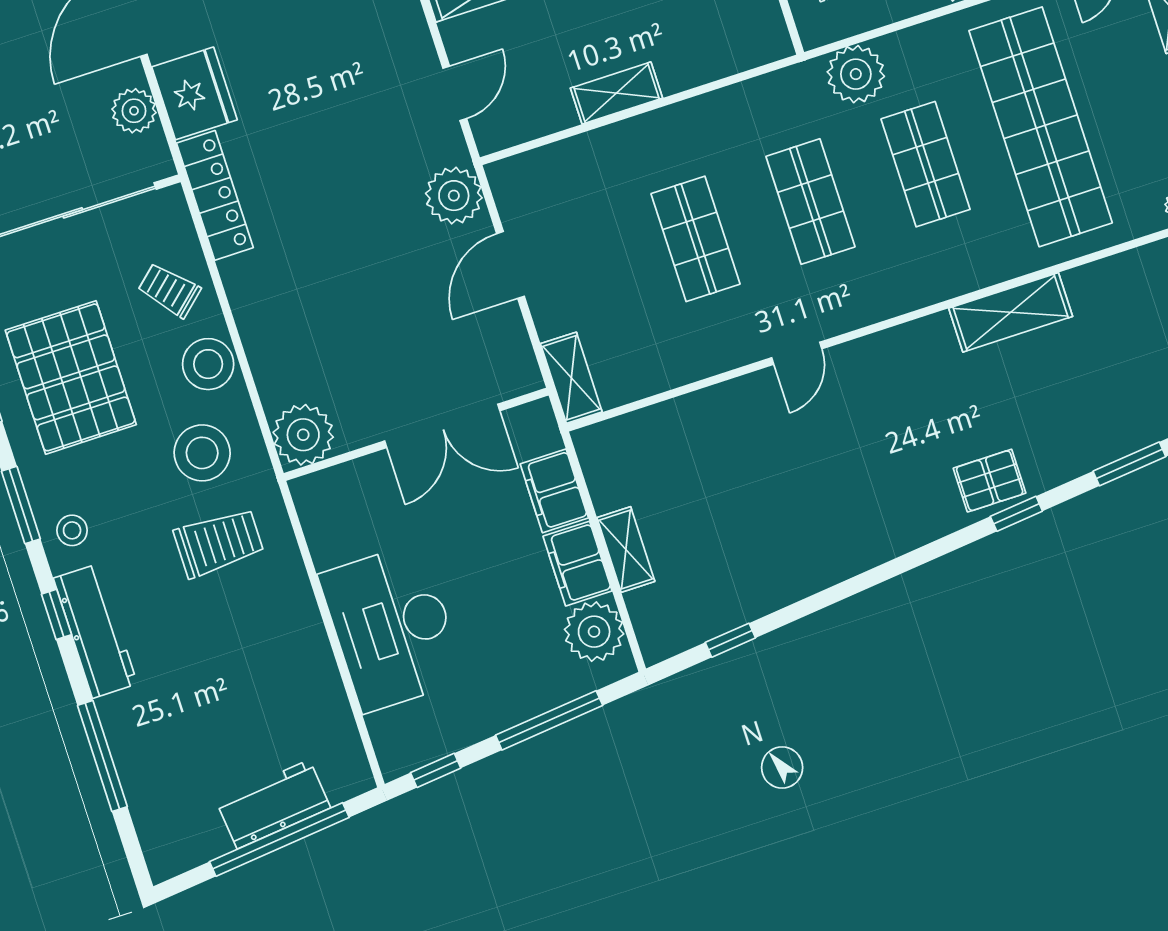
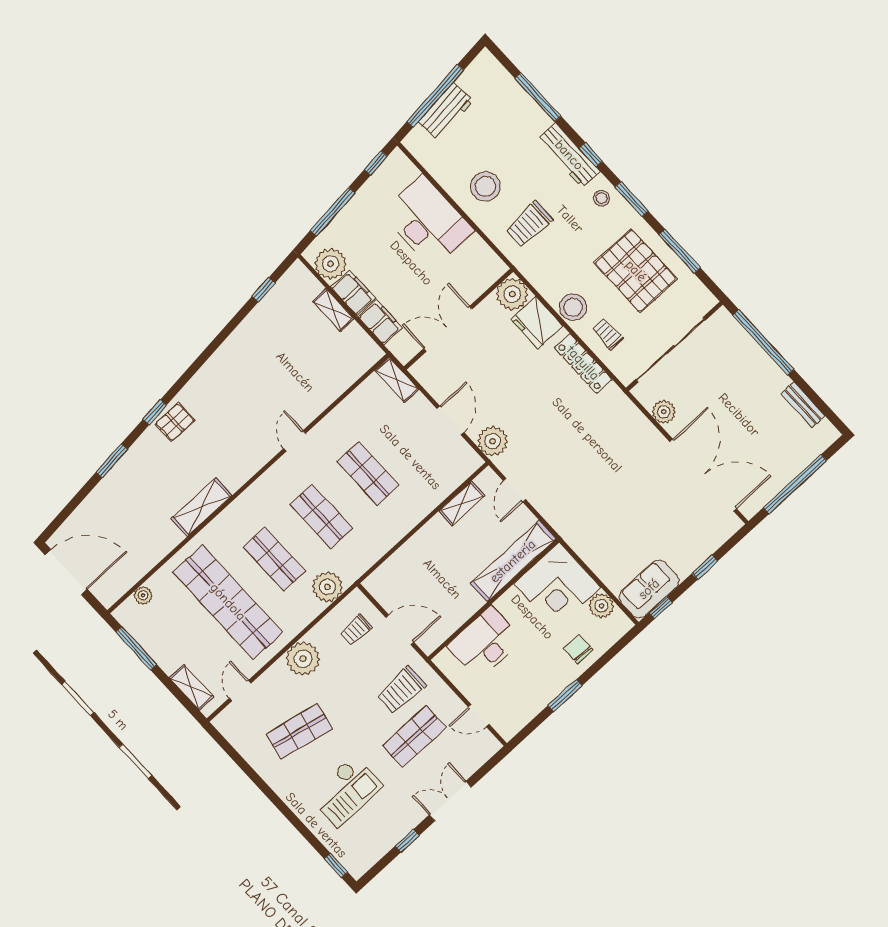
fridge: (194, 93) -> (537, 323), moved
shelving: (616, 93) -> (462, 503), moved
locker: (215, 195) -> (583, 363), moved
trolley: (169, 290) -> (608, 334), turned -138
stool: (202, 453) -> (485, 186), moved

